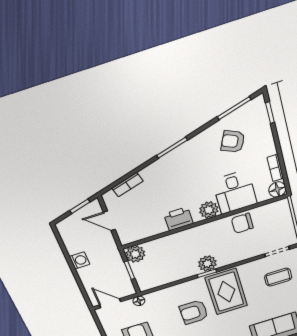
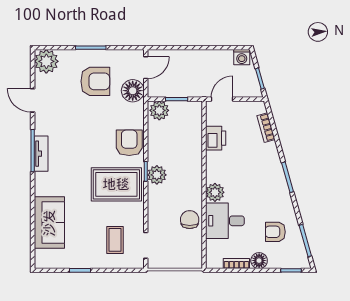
armchair: (233, 141) -> (275, 232), turned -115
floor lamp: (277, 189) -> (259, 261), moved
printer: (179, 219) -> (216, 138), moved
door: (109, 221) -> (222, 99), moved
plant: (135, 254) -> (159, 110), moved
washing machine: (80, 260) -> (242, 57), moved
floor lamp: (139, 301) -> (133, 91), width x1.89, depth x1.89
armchair: (194, 312) -> (129, 143), moved

